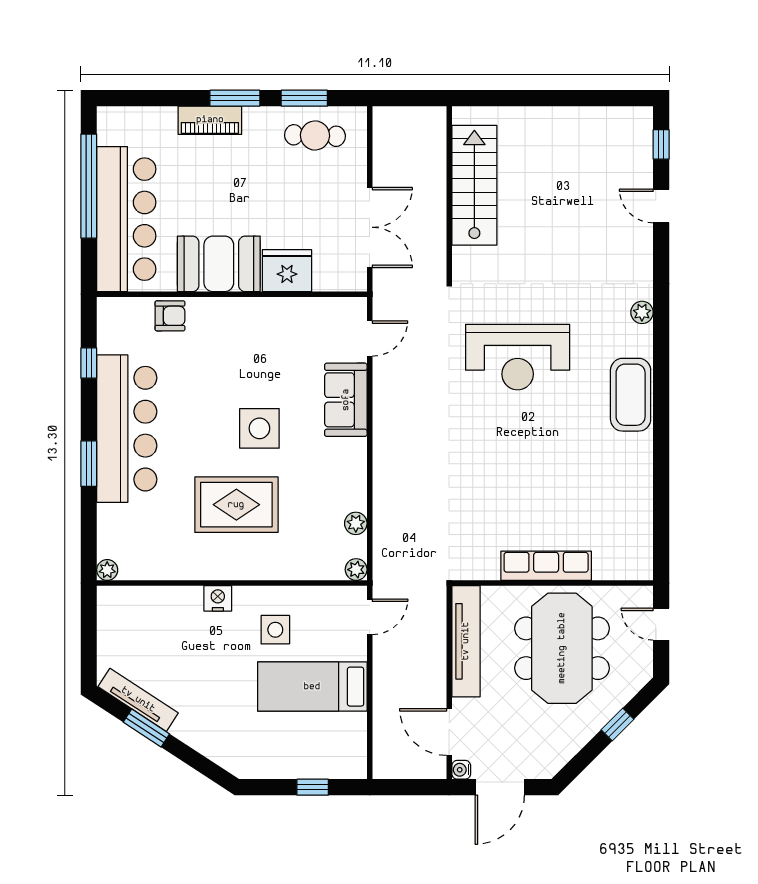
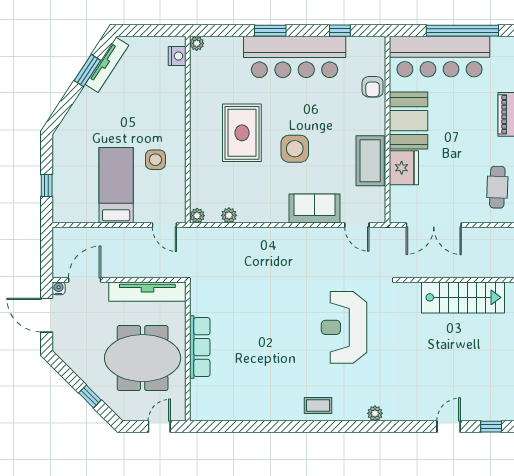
coffee table: (277, 319) -> (370, 161), added
coffee table: (631, 395) -> (318, 406), width x0.54, depth x0.58
nightstand: (218, 598) -> (177, 56), moved

